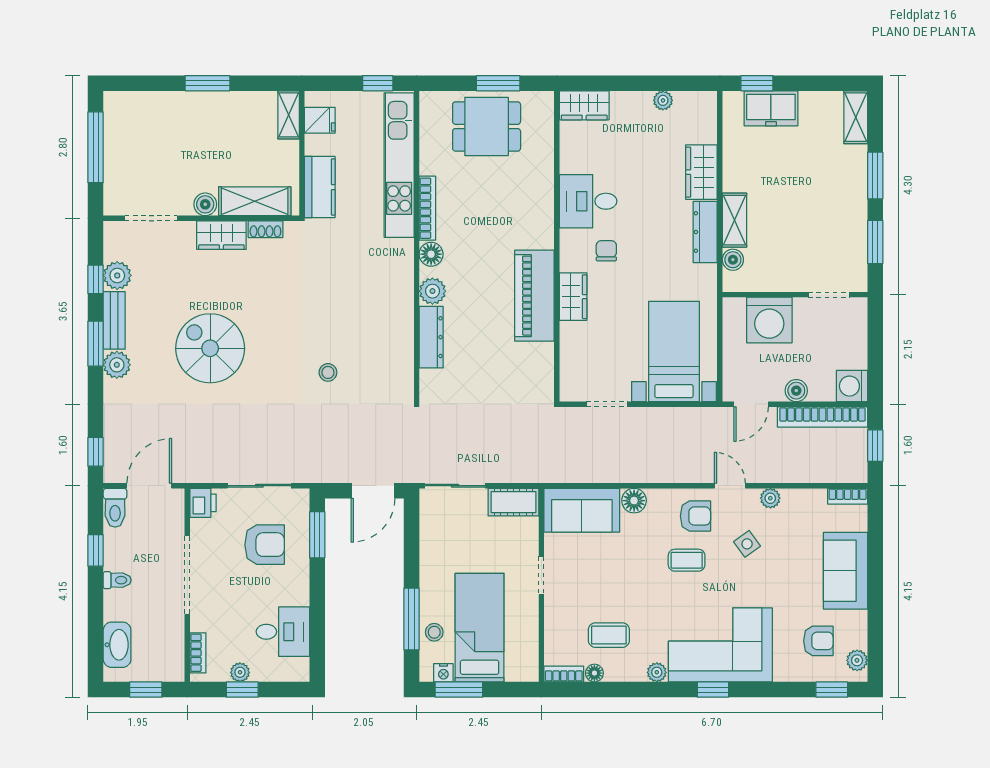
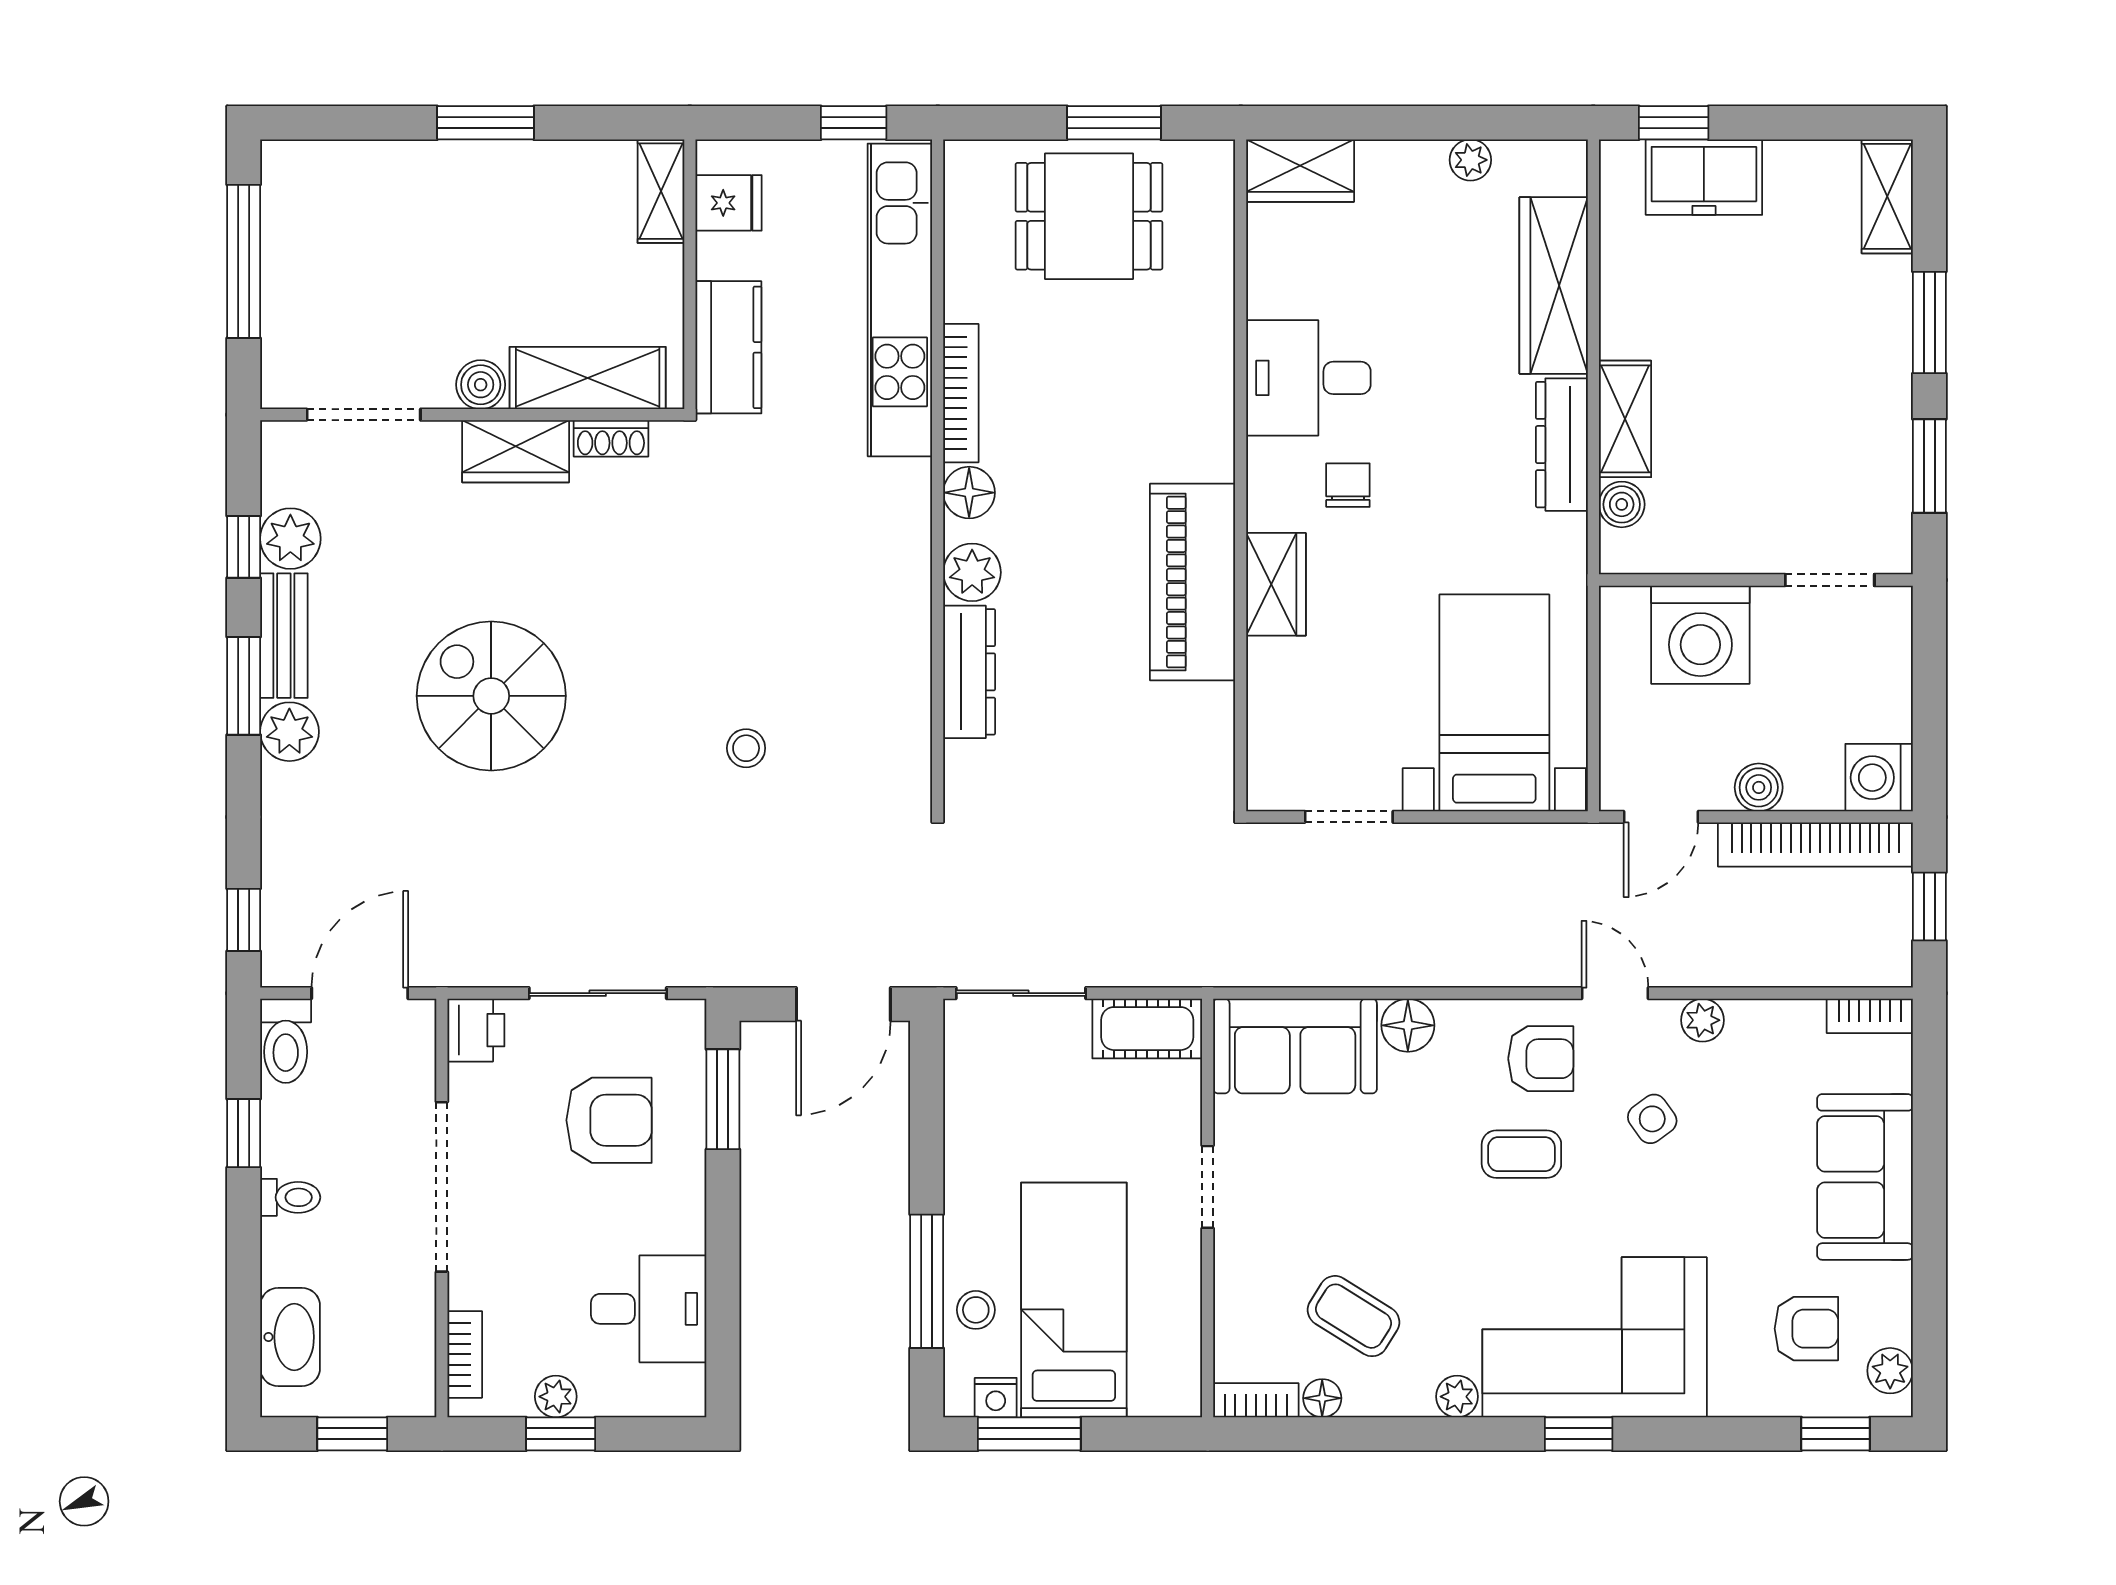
wardrobe: (701, 172) -> (1554, 285), width x1.50
coffee table: (609, 635) -> (1353, 1316), turned 32

